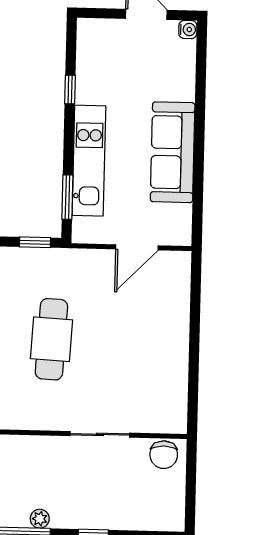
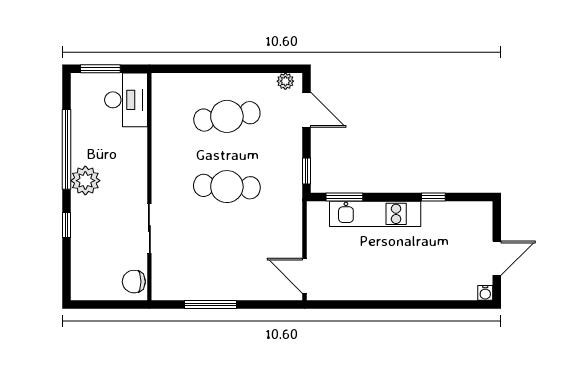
sofa: (173, 152) -> (384, 283), removed
door: (137, 247) -> (304, 276), moved
window: (194, 363) -> (211, 304), added
plant: (40, 519) -> (85, 181), width x1.88, depth x1.88

